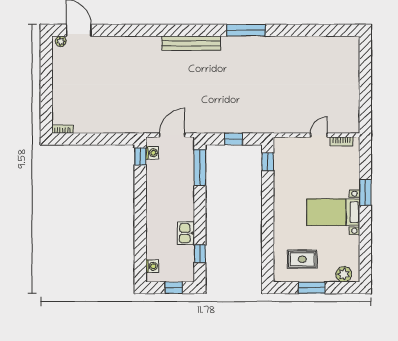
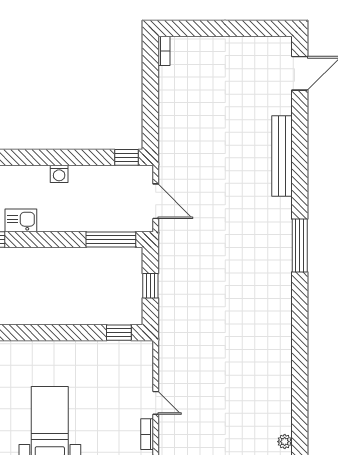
window: (246, 30) -> (300, 246), moved
plant: (61, 41) -> (285, 442), moved
bench: (191, 43) -> (282, 156), moved
washing machine: (152, 153) -> (59, 174), moved

